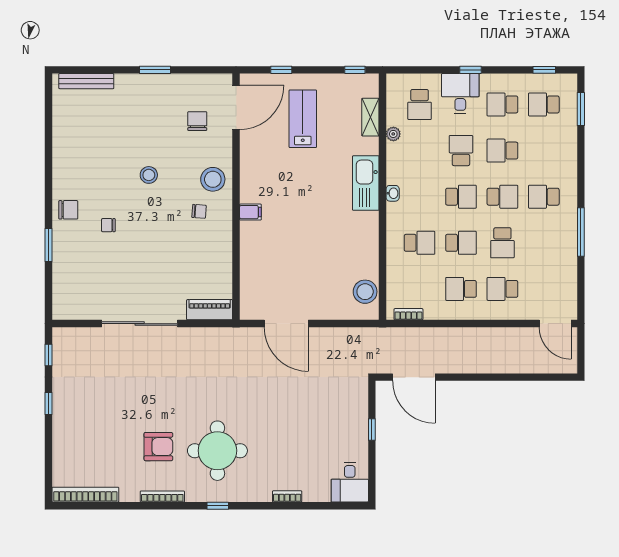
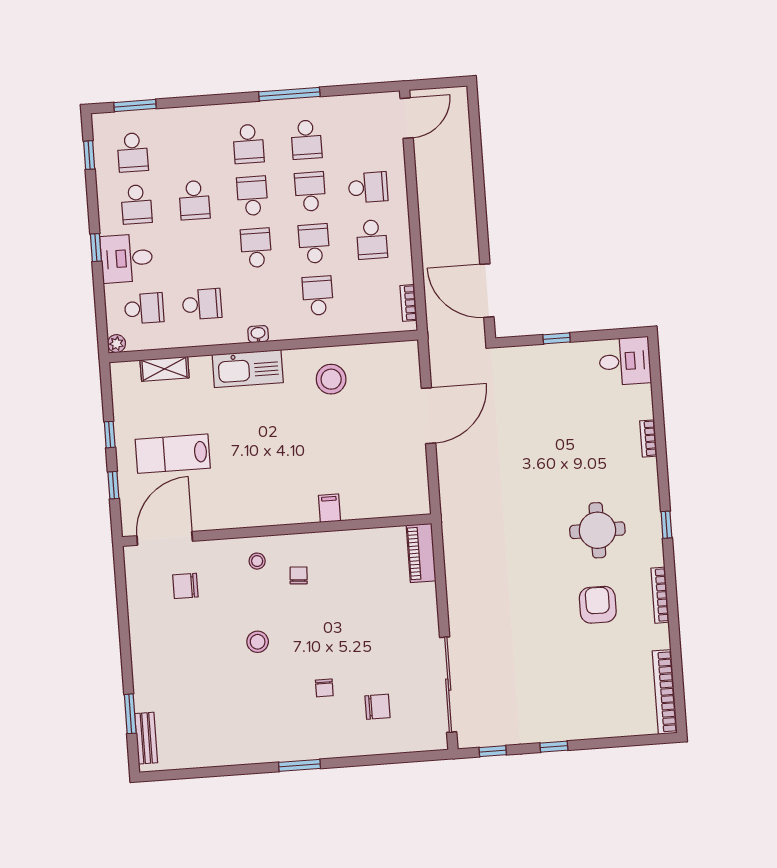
window: (155, 70) -> (130, 714), moved
window: (355, 70) -> (110, 435), moved
bench: (86, 81) -> (146, 738), width x0.73
door: (236, 107) -> (165, 538), hinge flipped
plant: (393, 134) -> (117, 344), moved
school desk: (461, 151) -> (202, 304), moved, turned 180
stool: (213, 179) -> (257, 561), width x0.53, depth x0.53
chair: (68, 210) -> (378, 707), moved, turned 90
filing cabinet: (250, 212) -> (330, 508), moved
school desk: (502, 243) -> (310, 192), turned -90
school desk: (544, 243) -> (306, 140), added
window: (49, 245) -> (300, 765), moved
school desk: (502, 289) -> (368, 187), turned -90
stool: (365, 292) -> (331, 379), moved
sliding door: (140, 324) -> (448, 685), moved
door: (286, 324) -> (428, 416), moved
door: (414, 377) -> (487, 291), swing flipped
round table: (217, 451) -> (597, 530), width x0.73, depth x0.73

